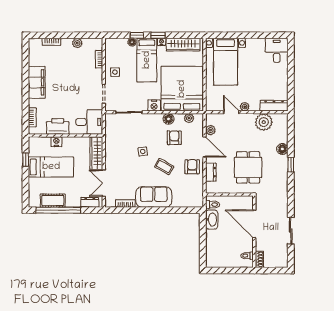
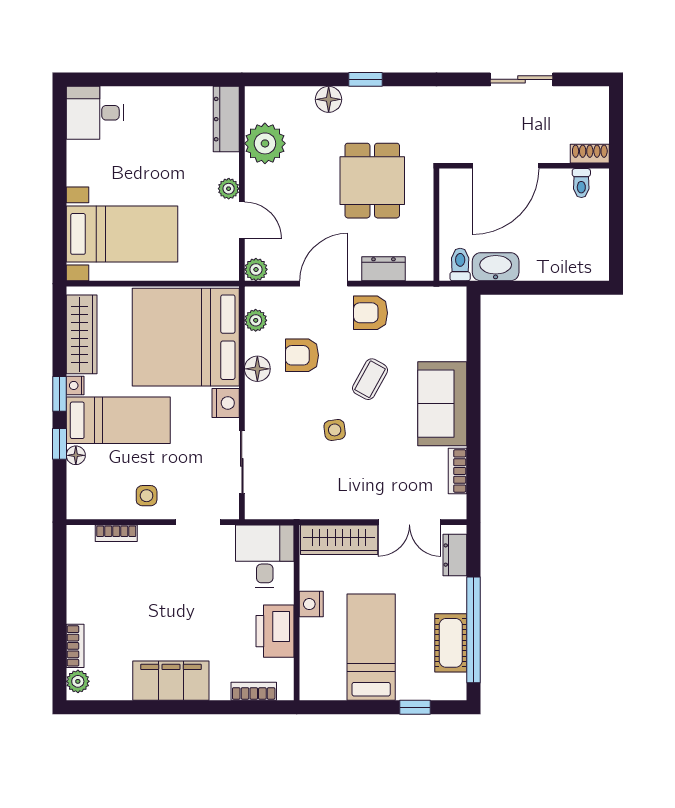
plant: (77, 43) -> (78, 681), moved
door: (231, 112) -> (242, 220), swing flipped
plant: (210, 130) -> (256, 269), moved
nightstand: (56, 142) -> (311, 604), moved
window: (26, 160) -> (415, 707), moved
dining table: (248, 167) -> (372, 181), turned 90

